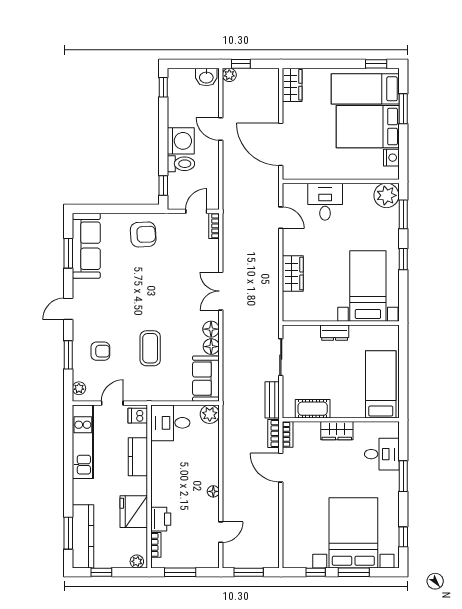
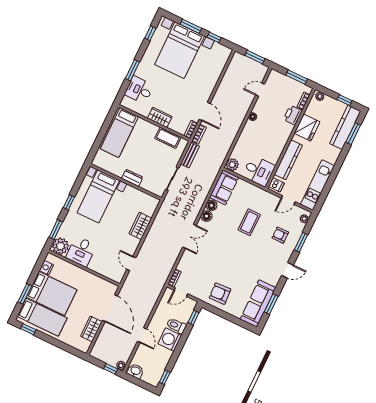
wardrobe: (292, 85) -> (91, 329), moved
desk: (325, 202) -> (81, 251), moved
kitchen counter: (138, 457) -> (288, 160), width x1.50

